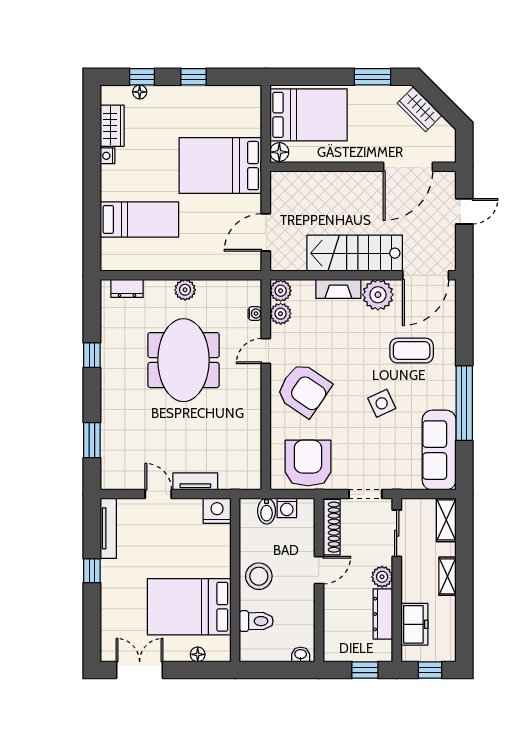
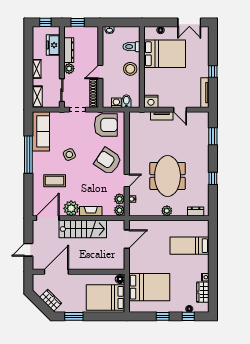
bed: (220, 166) -> (149, 287), moved
armchair: (308, 463) -> (106, 125), turned -90

